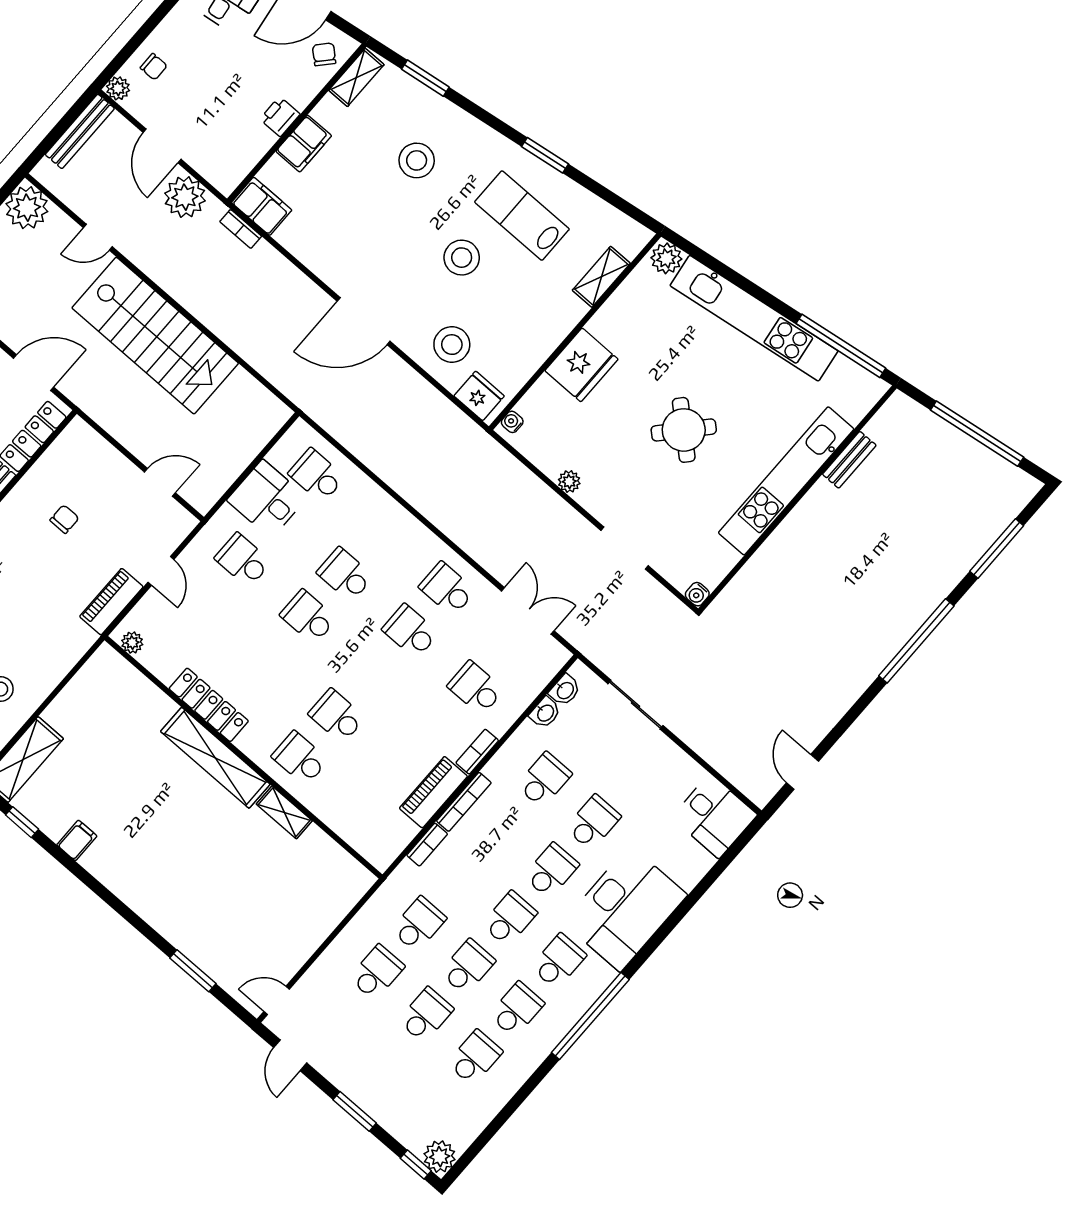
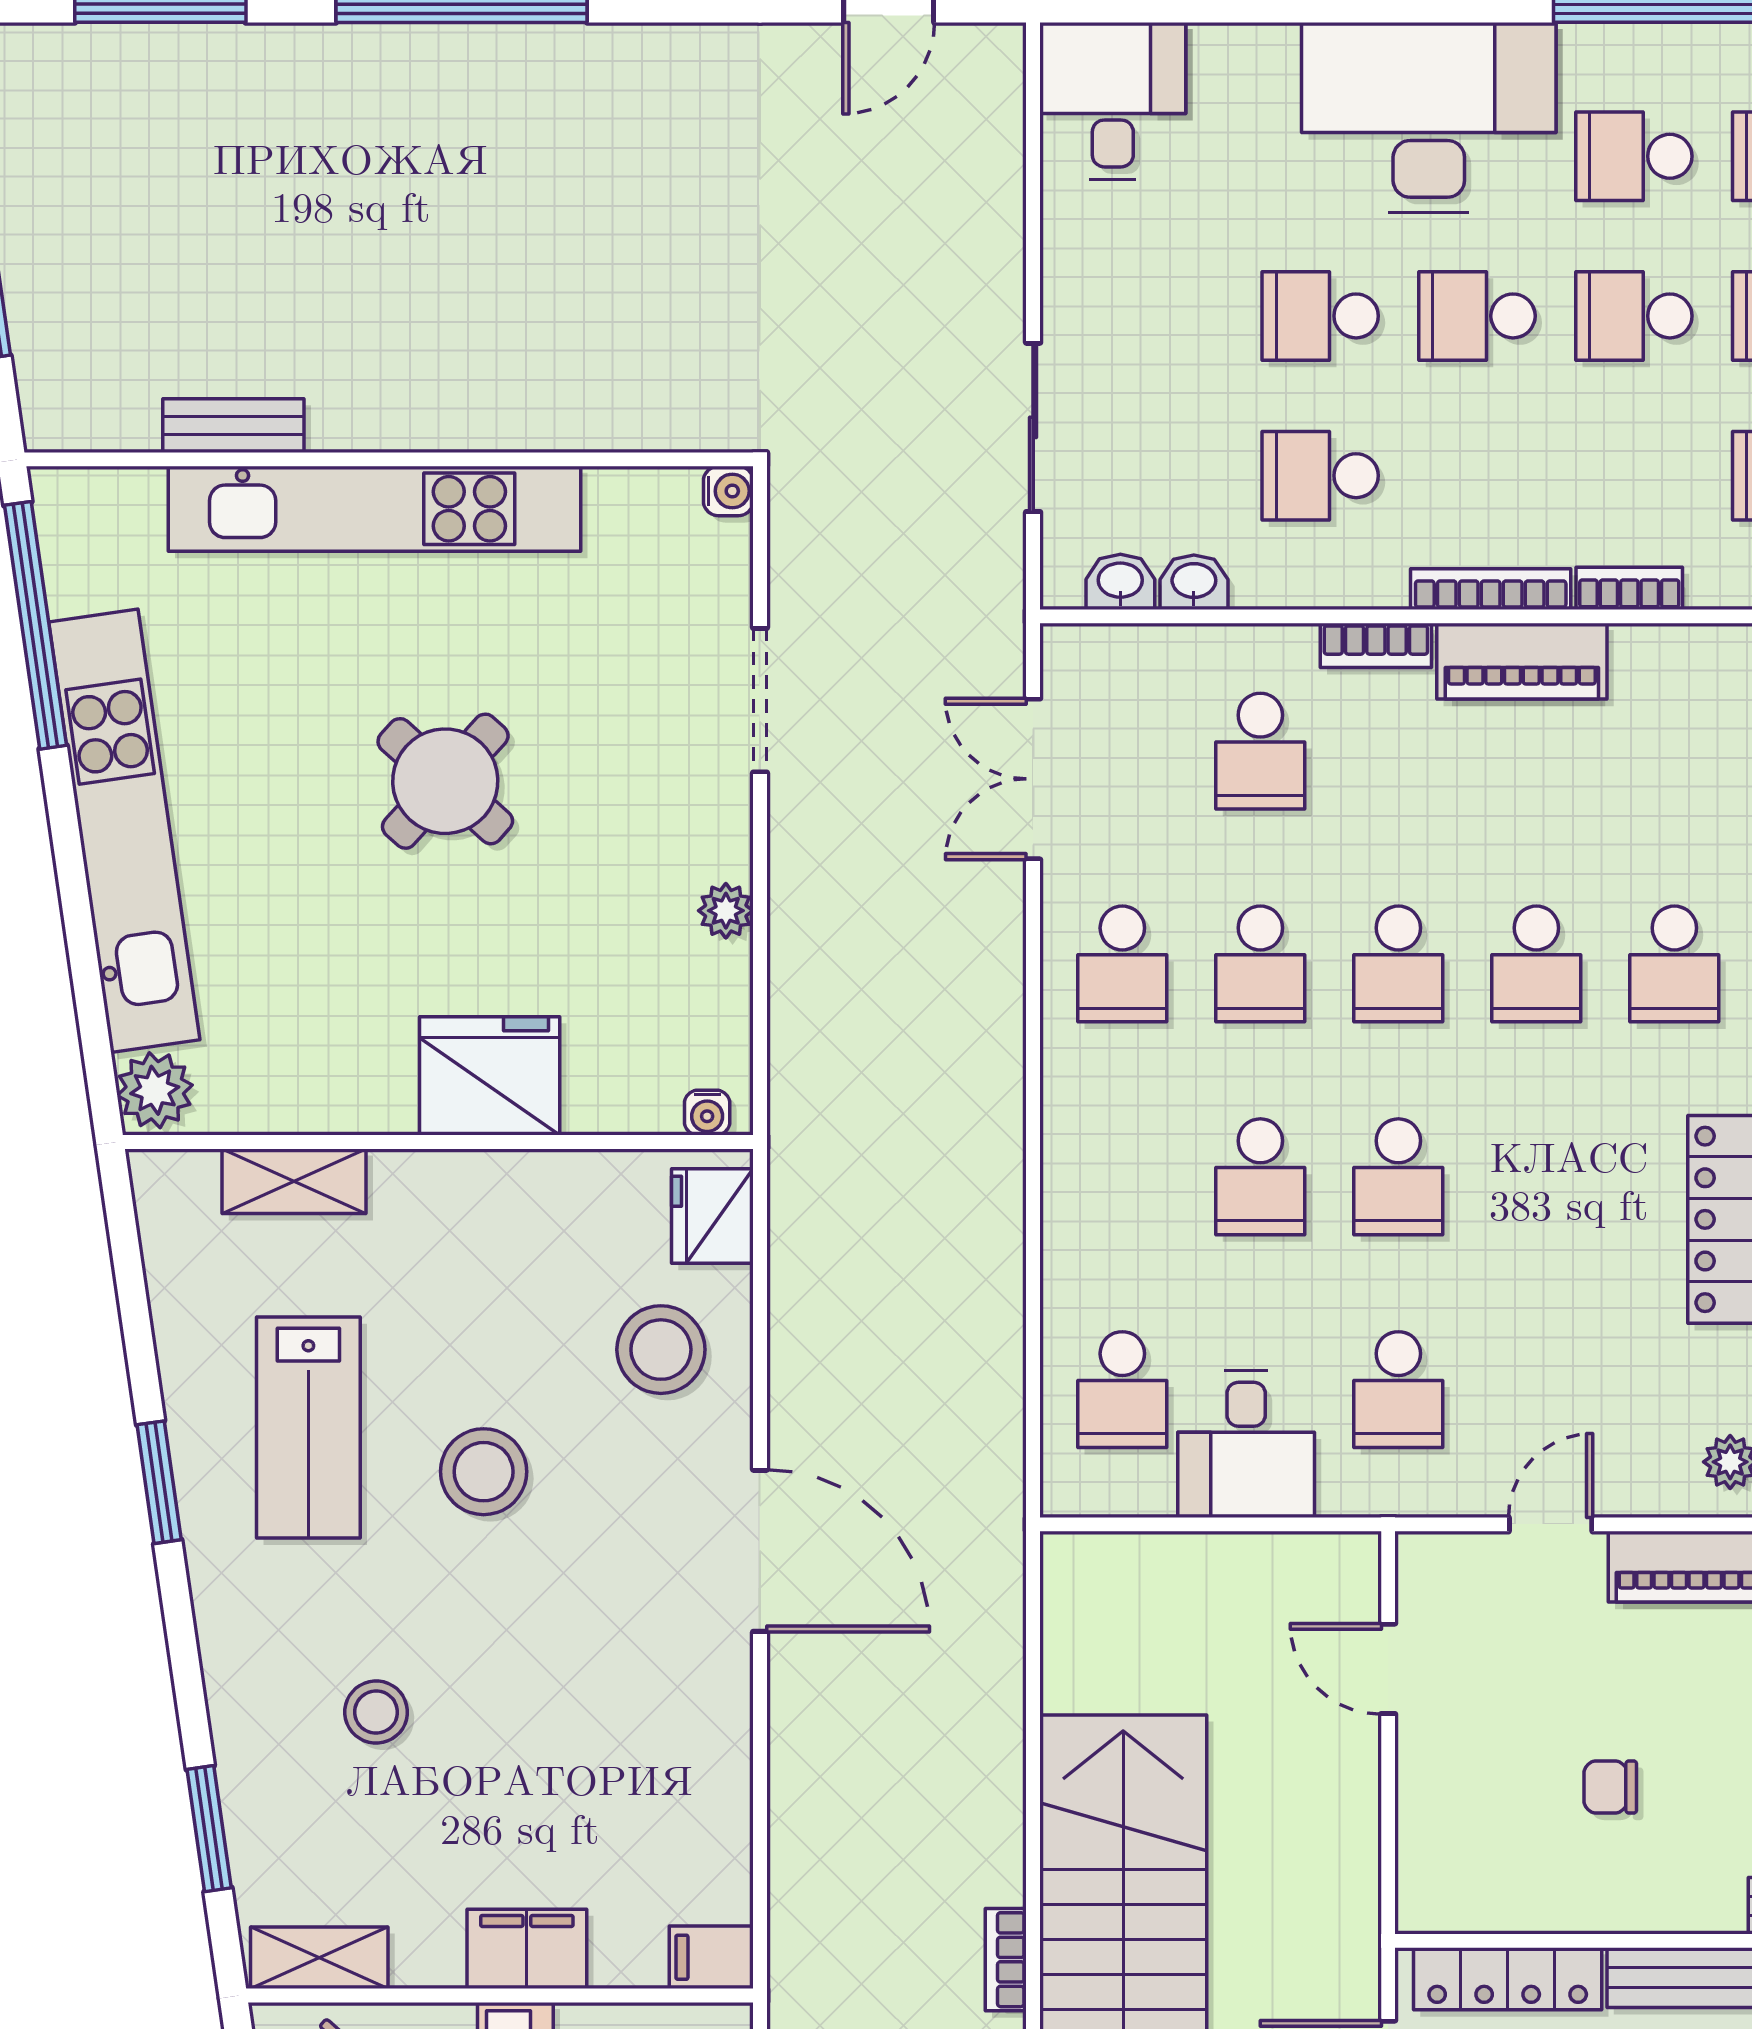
stool: (417, 160) -> (376, 1712), width x0.73, depth x0.73
filing cabinet: (262, 206) -> (711, 1957), width x0.50
bookcase: (241, 229) -> (1006, 1960), moved, turned 180
school desk: (373, 674) -> (1398, 964), added

